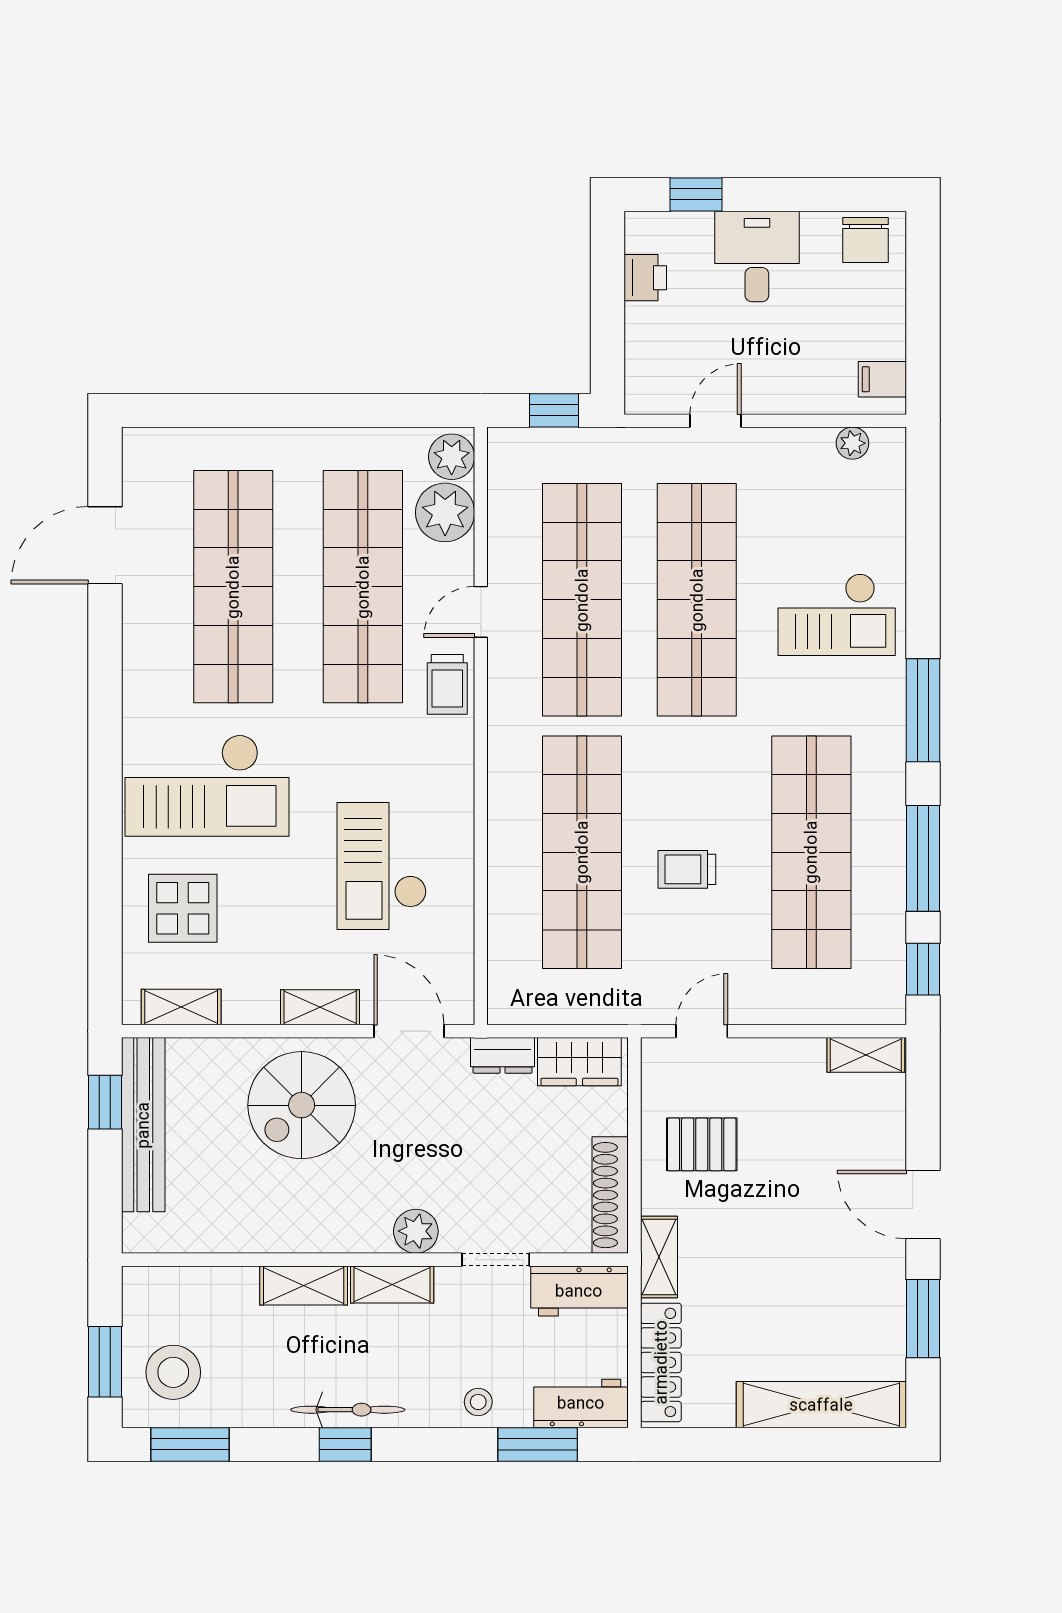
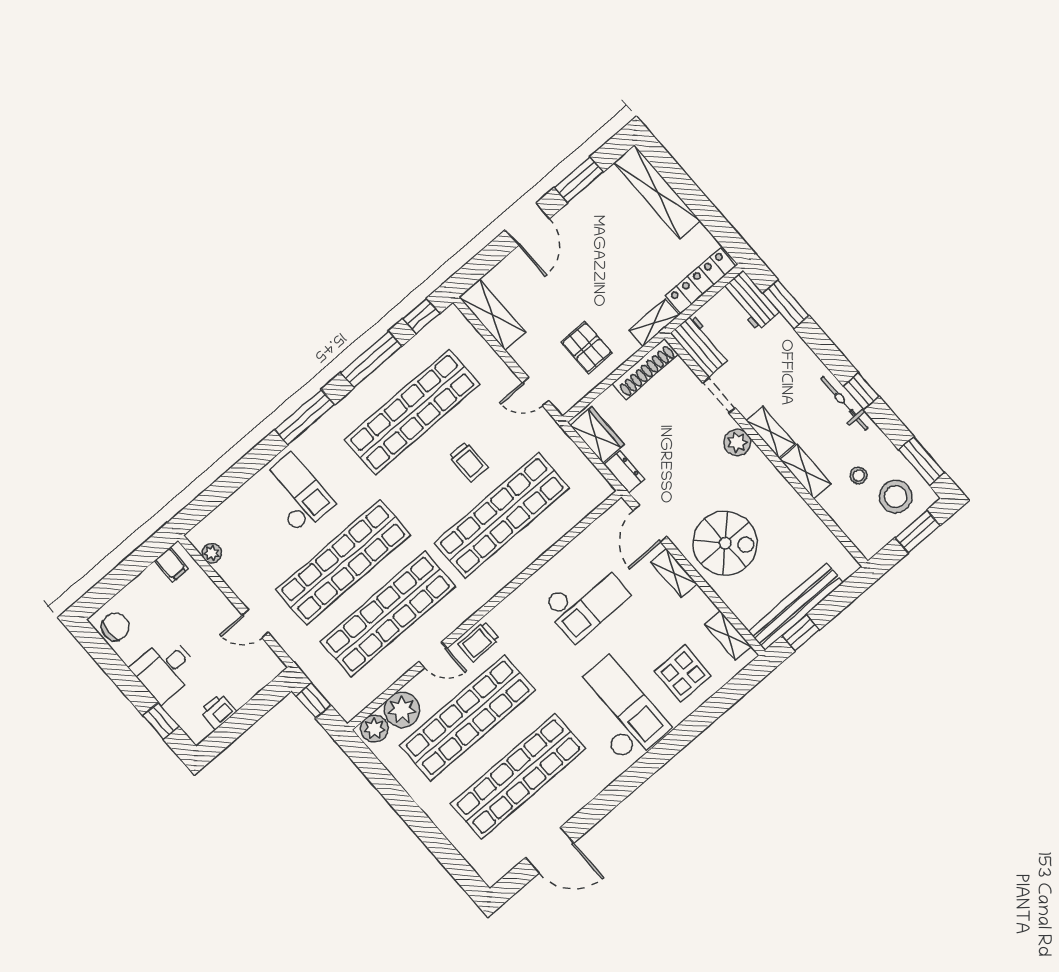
trolley: (447, 684) -> (479, 642), turned 180
shelving: (866, 1055) -> (492, 315), width x1.50, depth x1.33
stool: (478, 1402) -> (859, 475), moved

